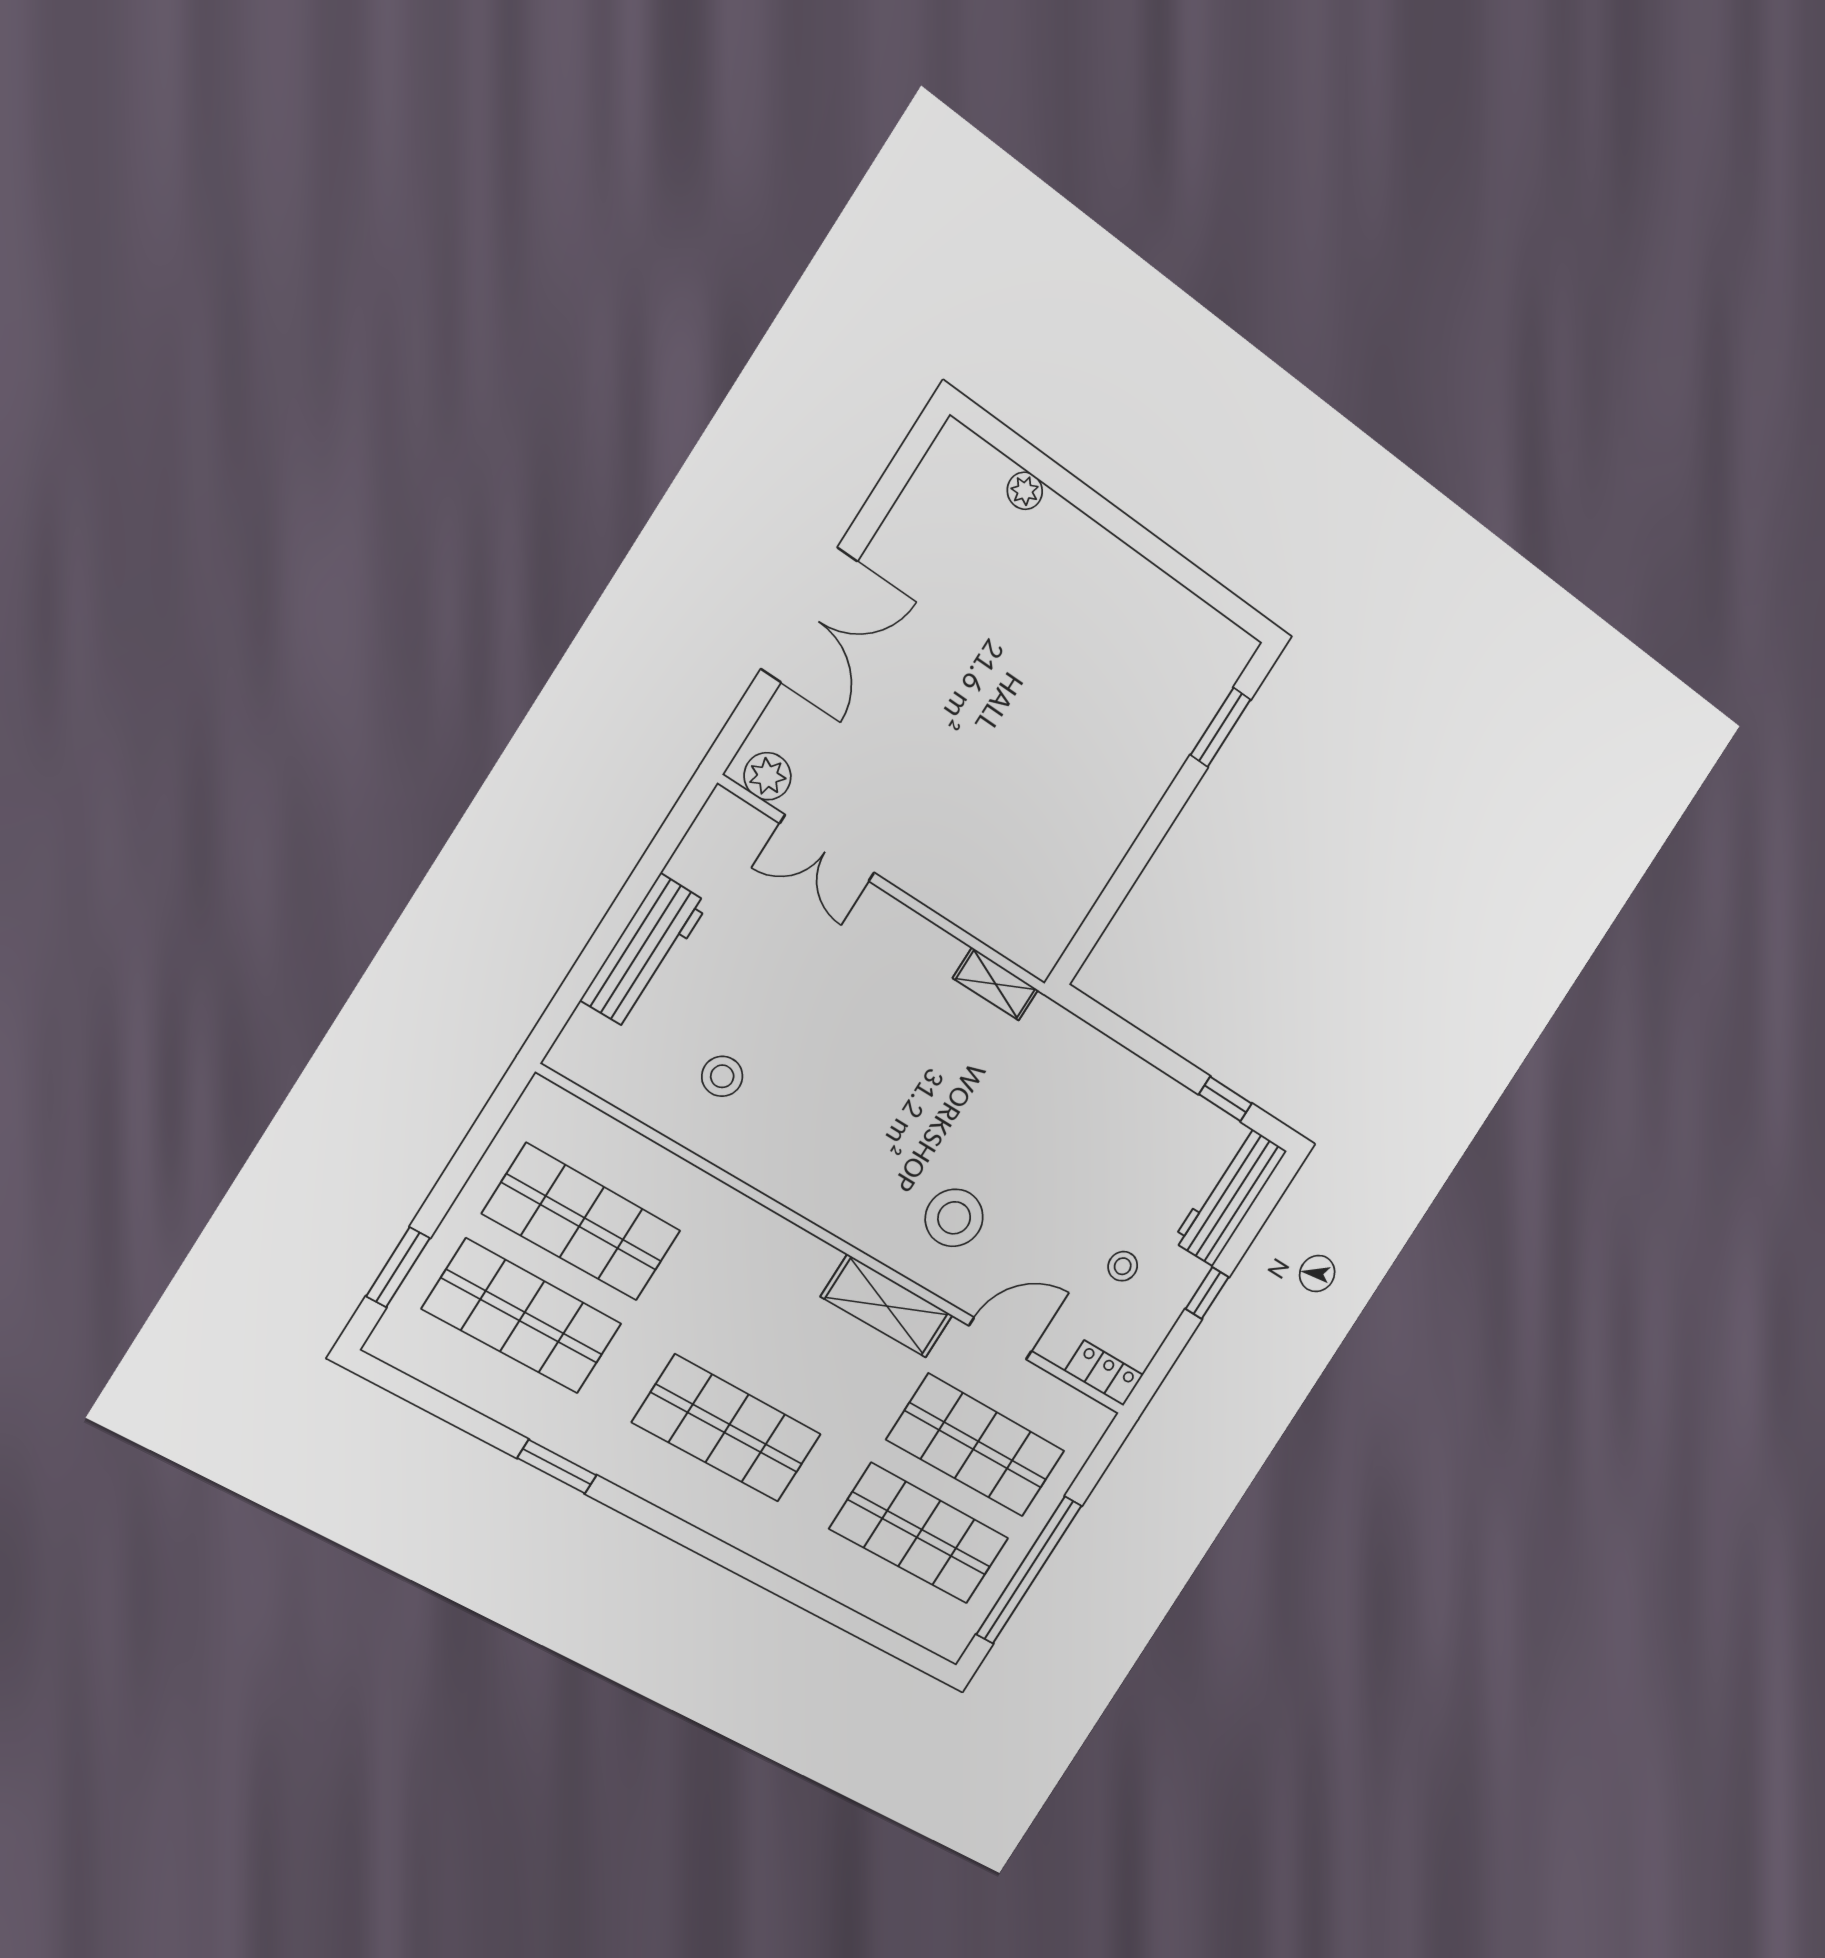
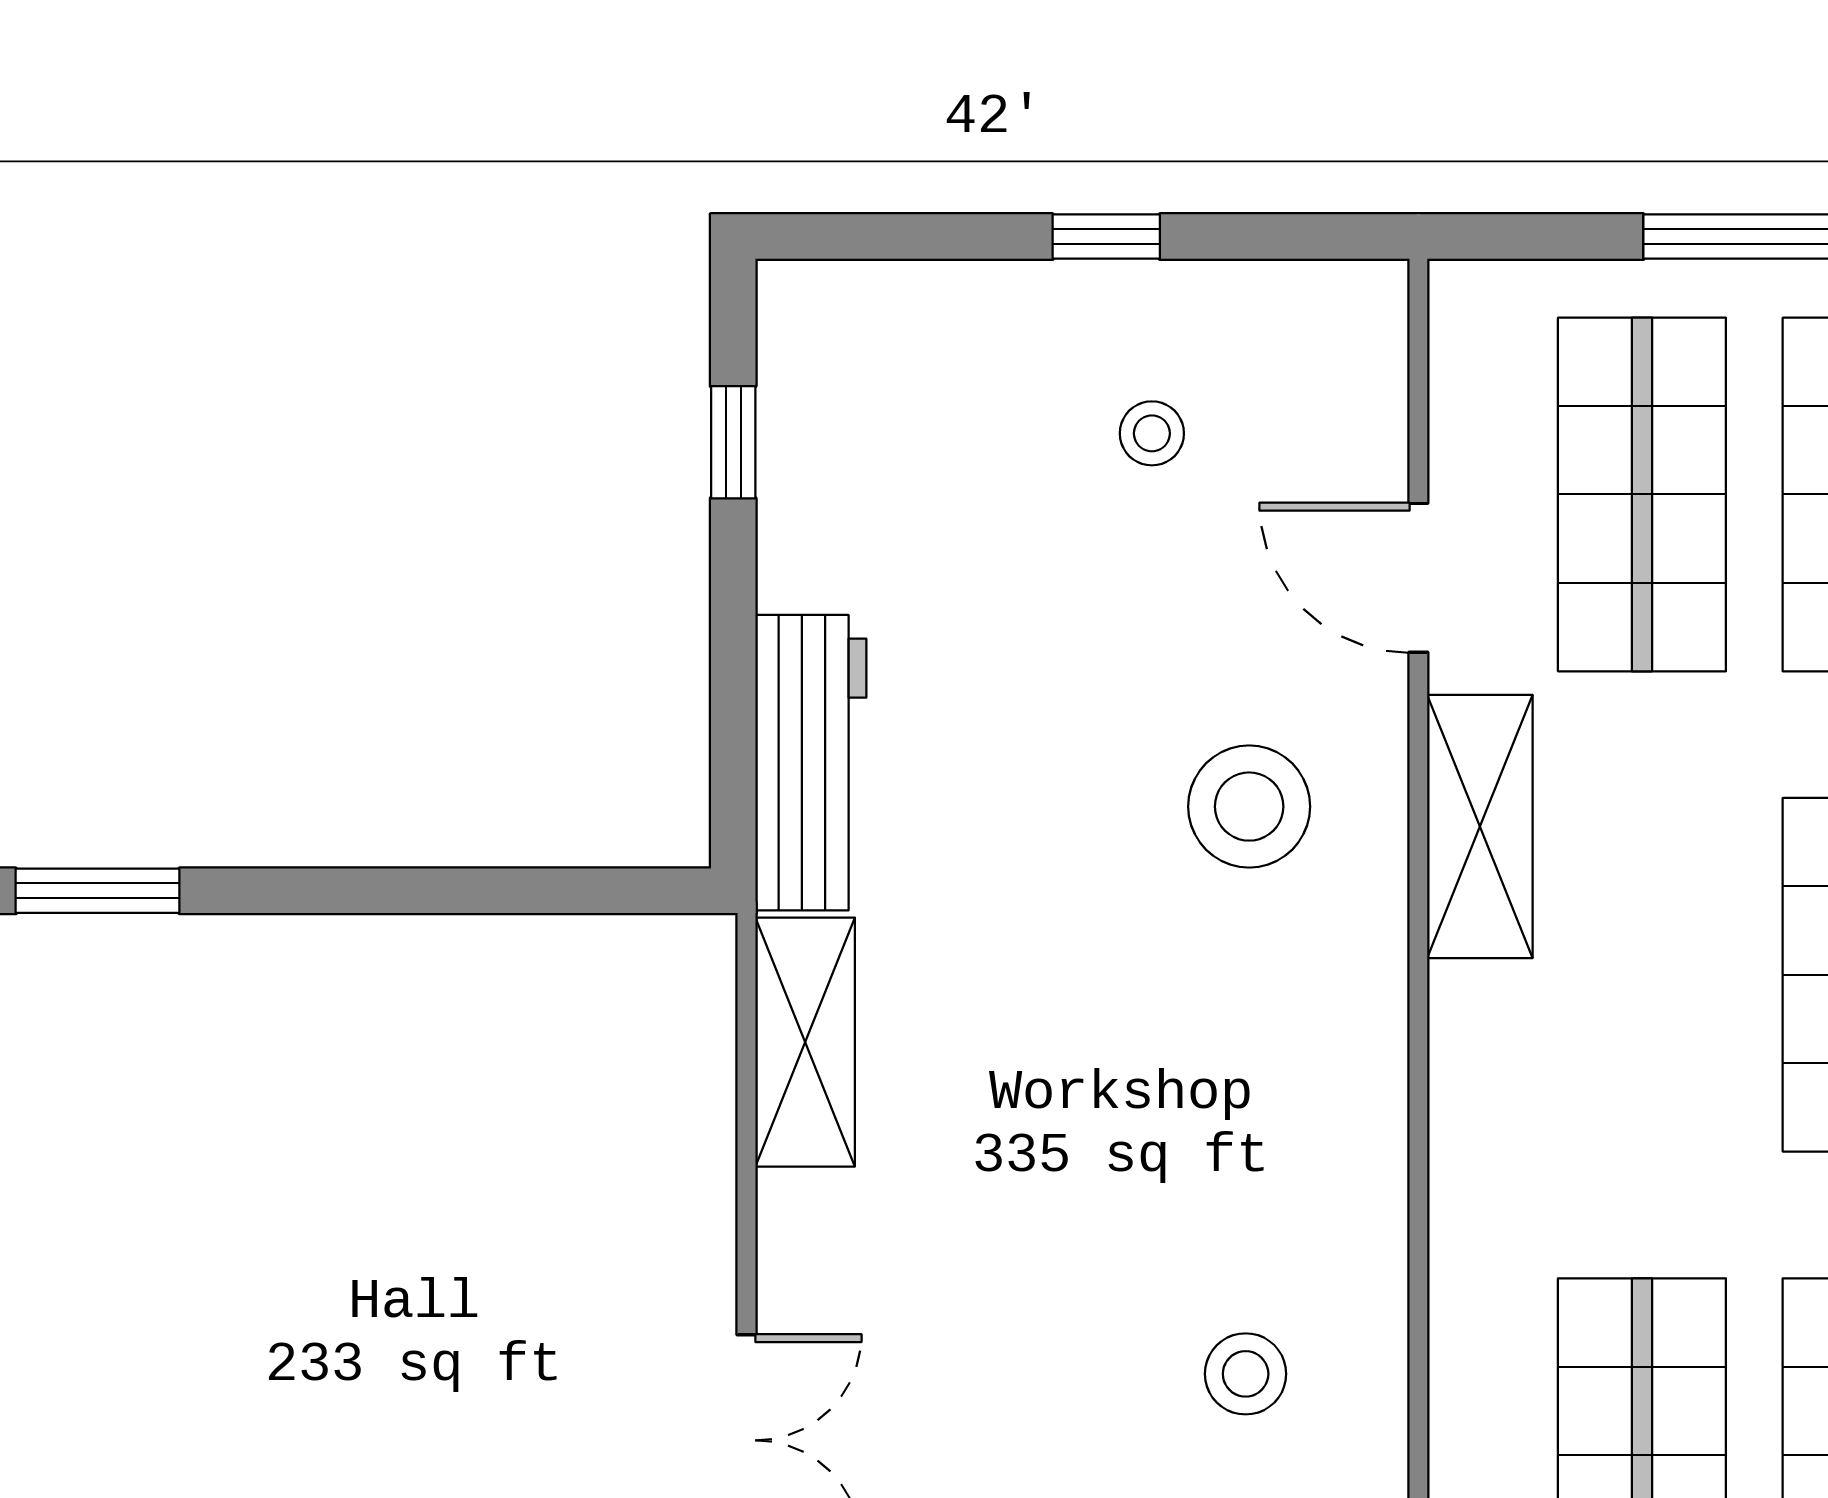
shelving: (996, 984) -> (805, 1042), width x1.50, depth x1.33
workbench: (1230, 1196) -> (811, 763), moved, turned -90
locker: (1104, 1373) -> (1370, 338), removed

